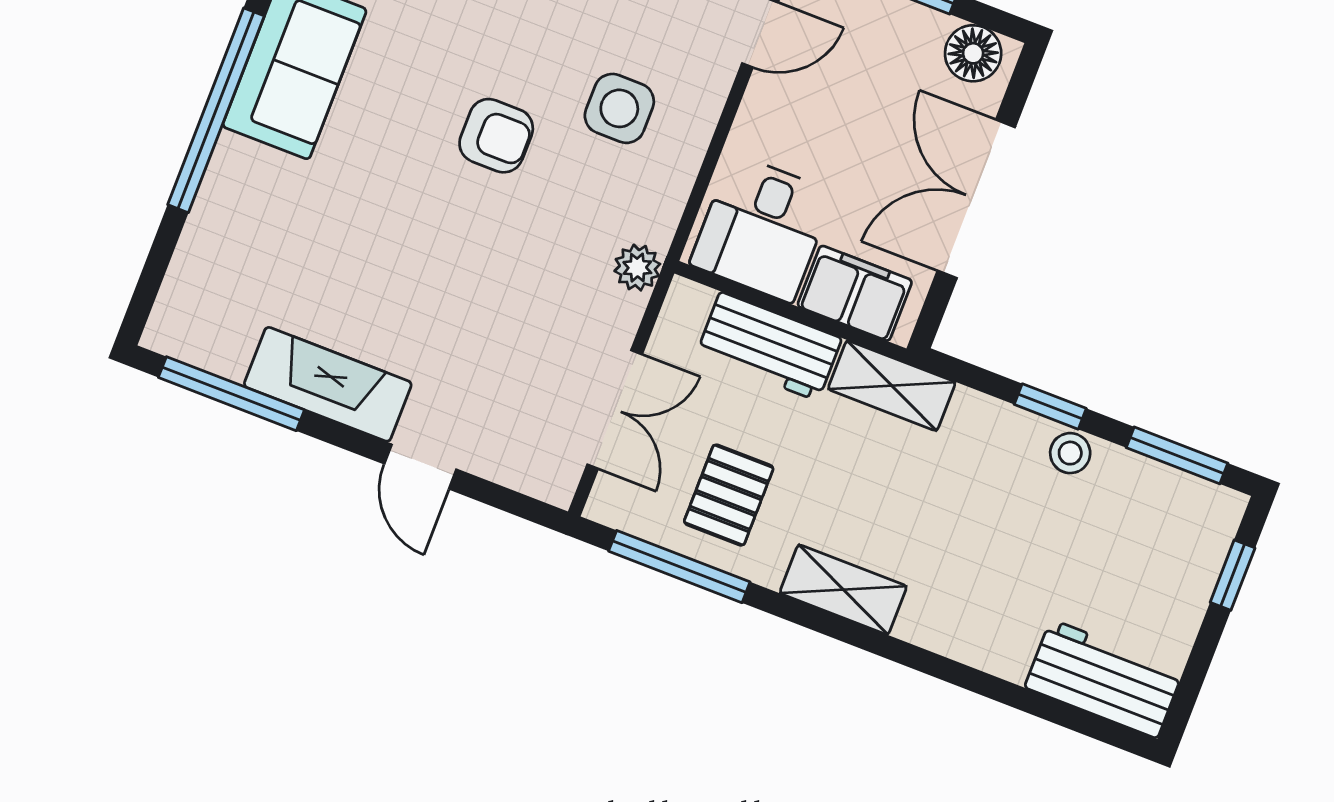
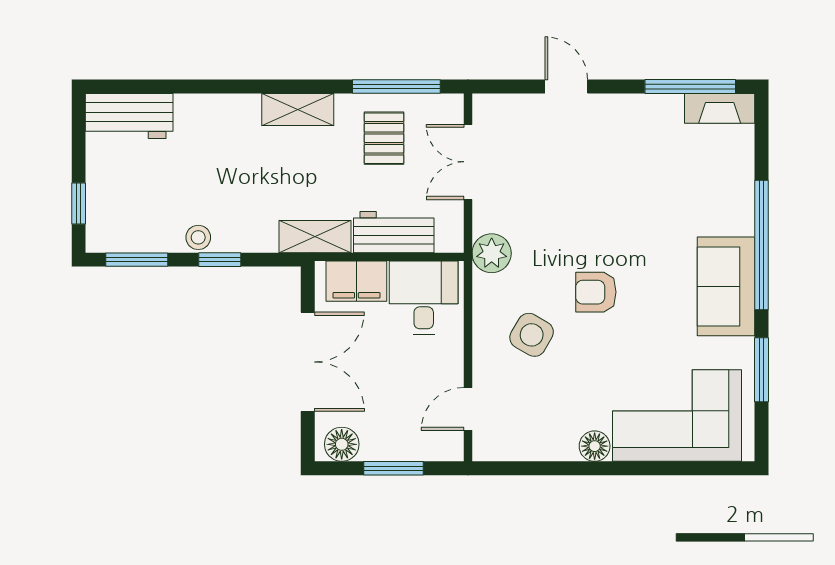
side table: (619, 108) -> (532, 335), turned 30
plant: (637, 268) -> (492, 253), width x1.38, depth x1.38
fireplace: (328, 384) -> (720, 108), moved, width x0.73, depth x0.76

